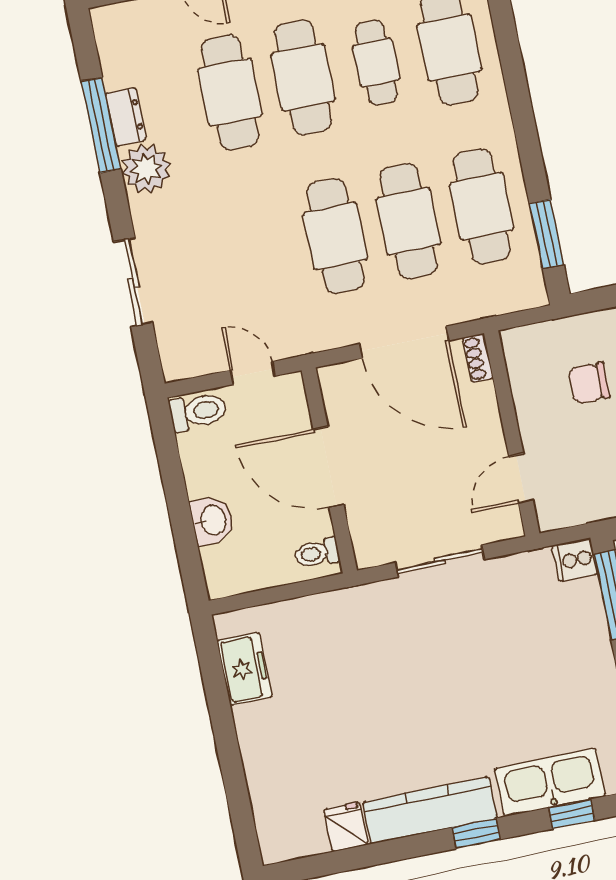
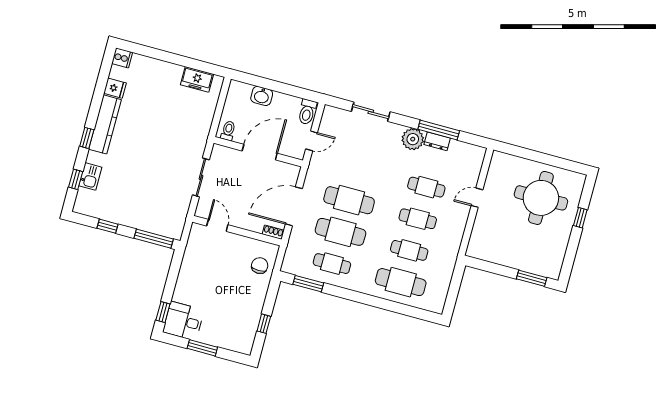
cafe table: (303, 77) -> (418, 219), width x0.73, depth x0.74
cafe table: (230, 92) -> (426, 187), width x0.73, depth x0.74
cafe table: (482, 206) -> (332, 264), width x0.73, depth x0.74
chair: (589, 383) -> (260, 266), moved
cooker: (575, 560) -> (122, 58), moved, turned 90
kitchen sink: (550, 782) -> (90, 176), width x0.53, depth x0.81

